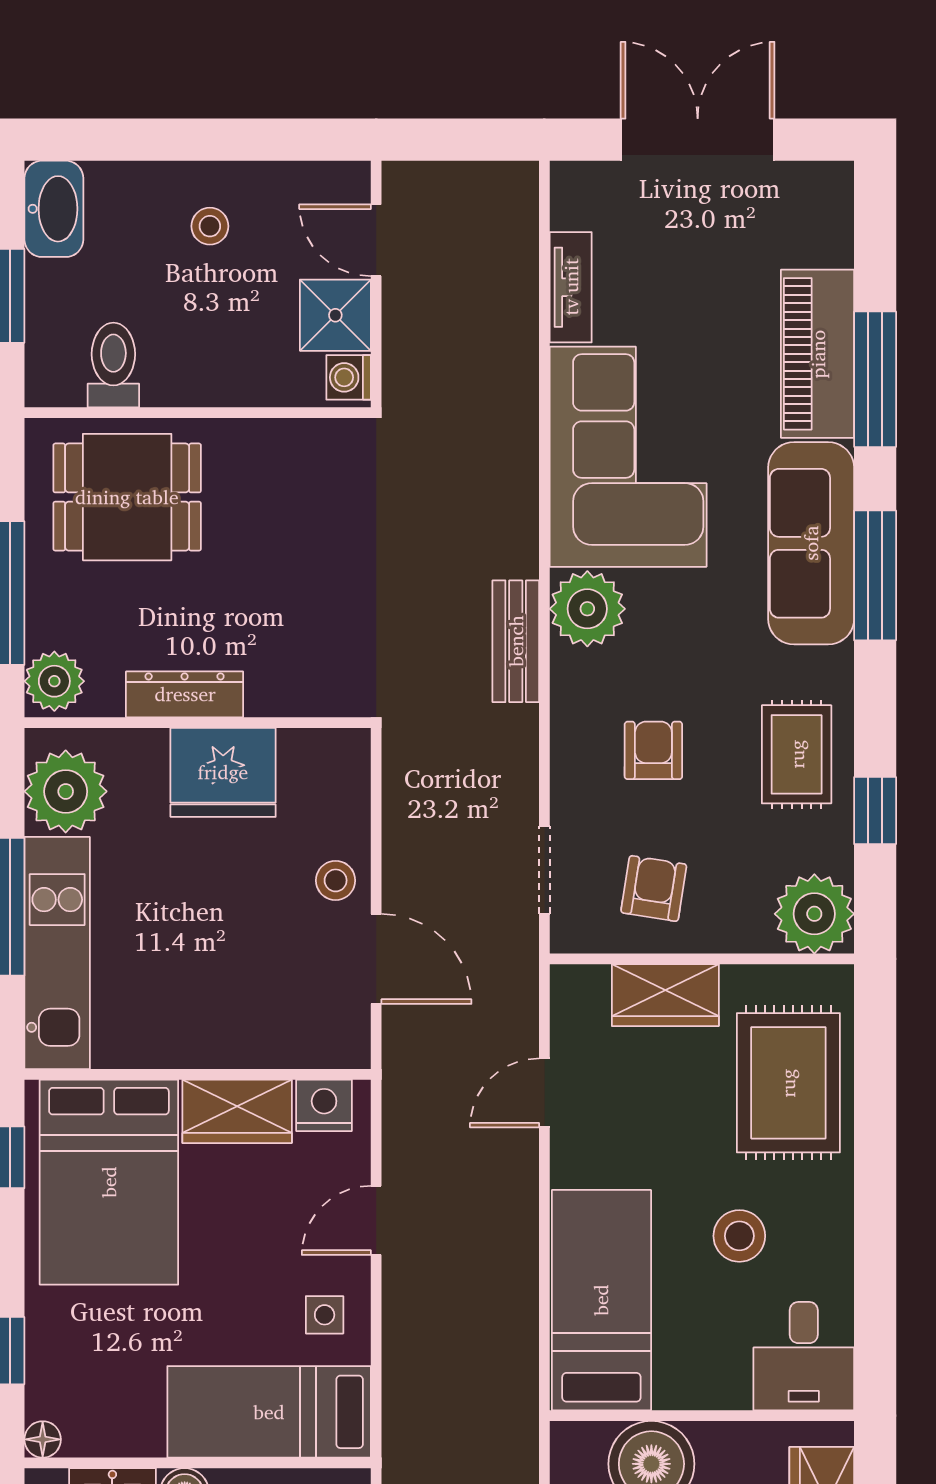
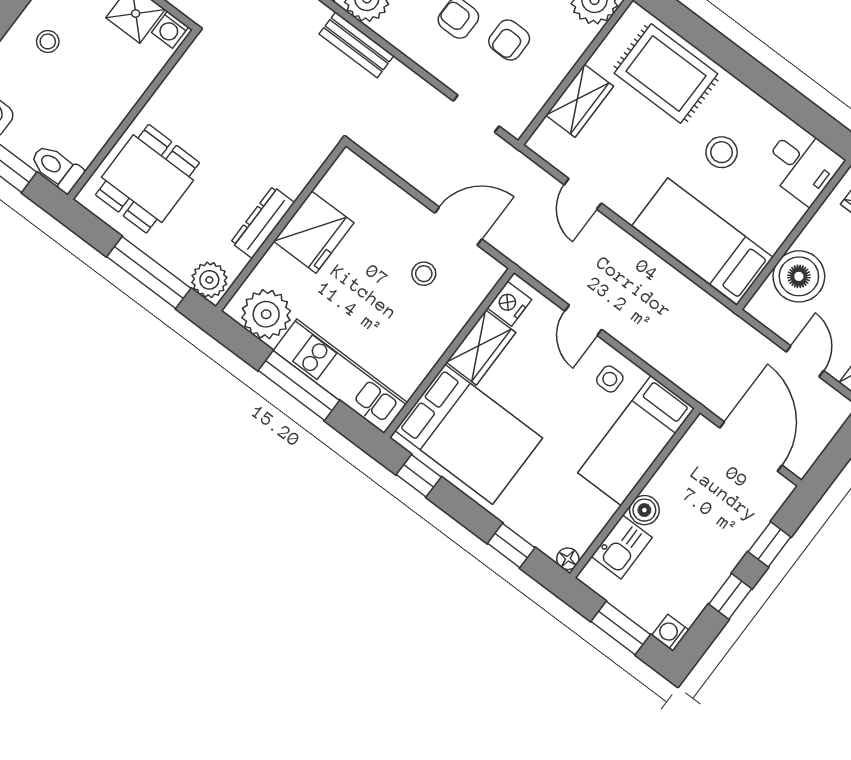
toilet: (113, 365) -> (57, 168), moved
stool: (336, 880) -> (424, 274), moved
armchair: (654, 888) -> (509, 40), moved, turned -99

